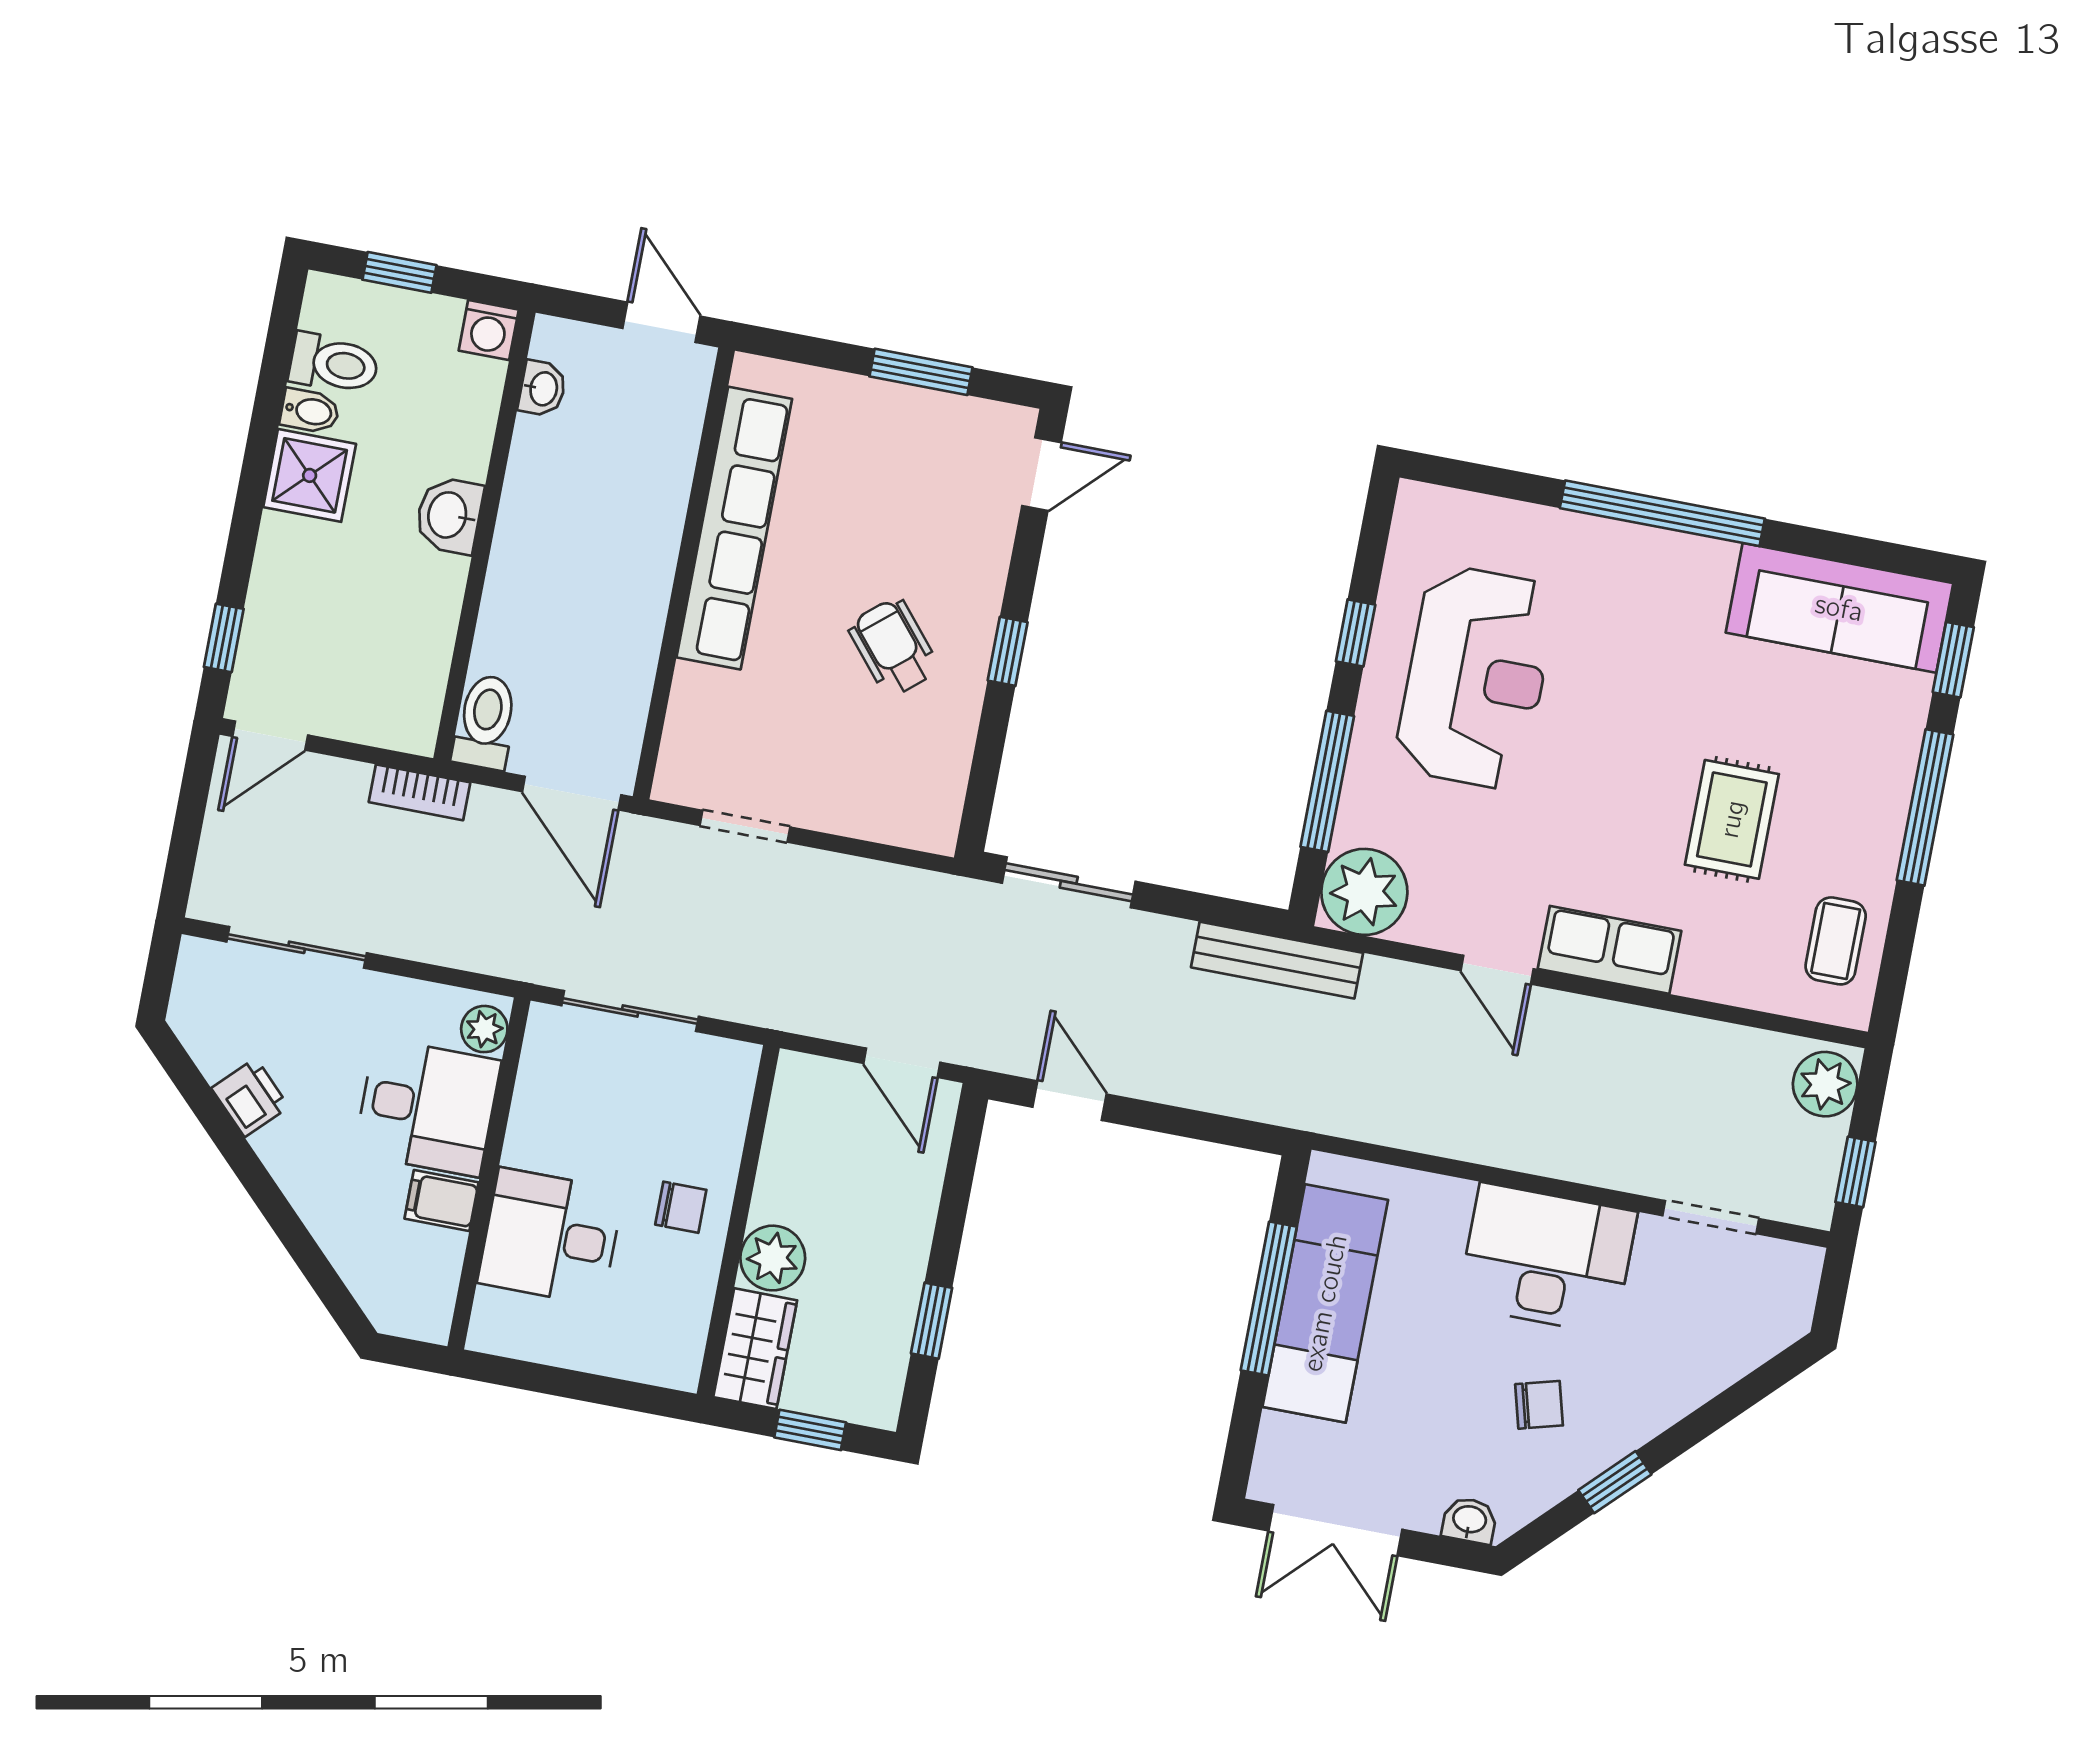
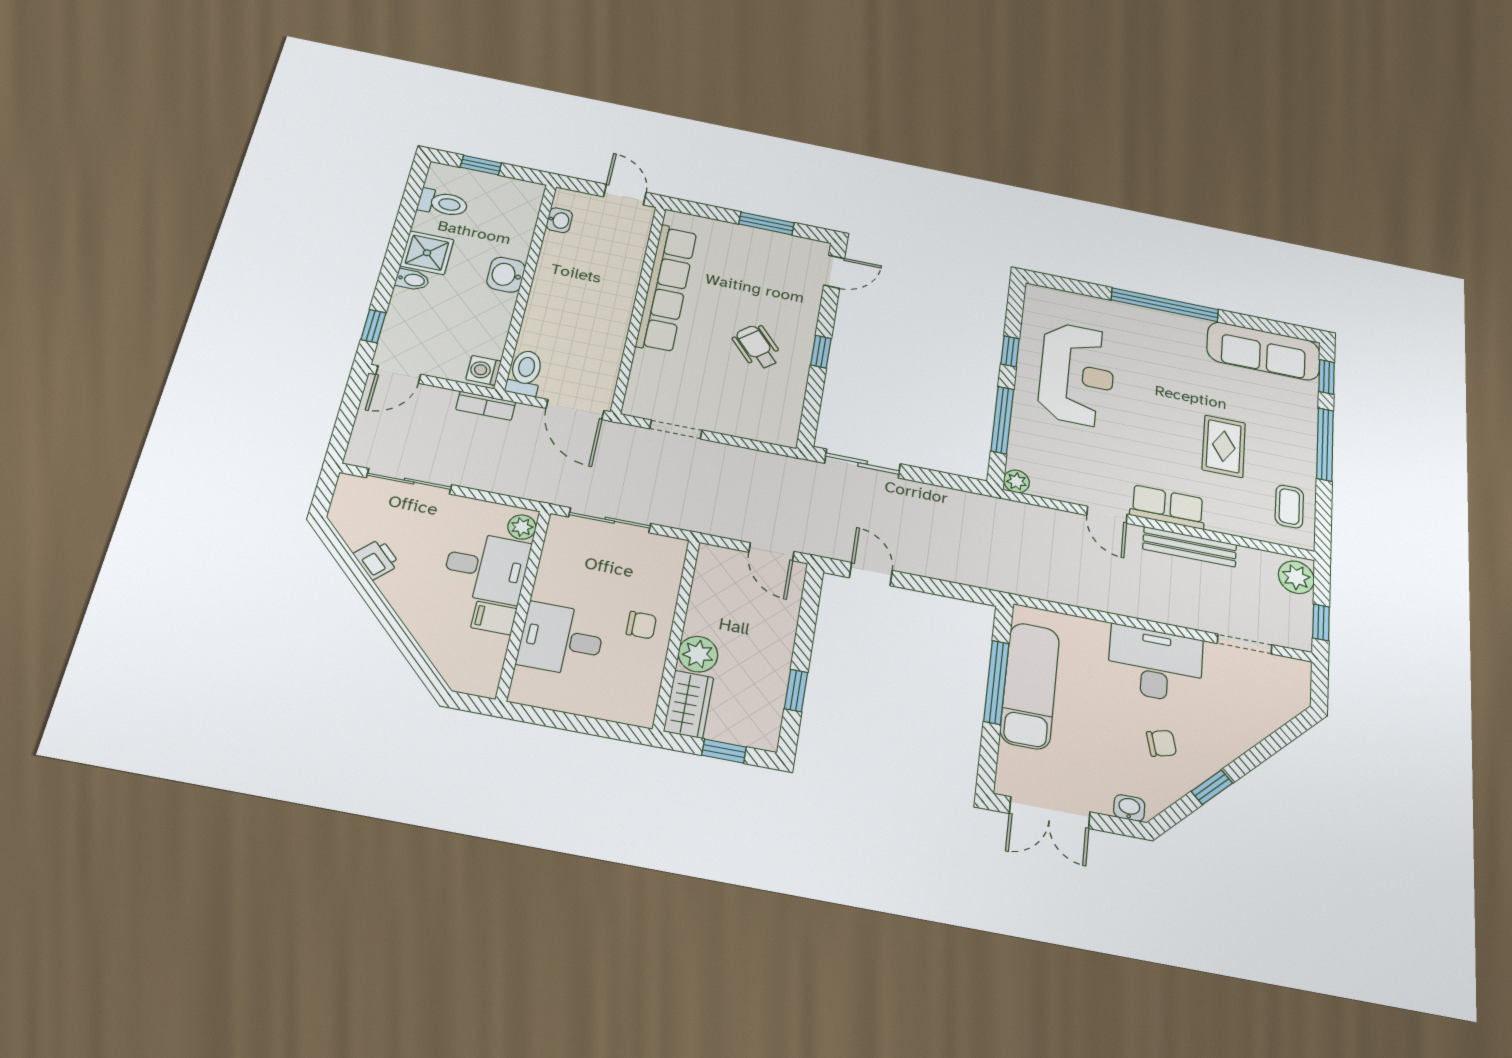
washing machine: (489, 330) -> (484, 370), moved, turned 90
bidet: (310, 411) -> (412, 280), moved
plant: (1364, 892) -> (1016, 481), width x0.53, depth x0.53
bench: (1277, 960) -> (1190, 547), moved

